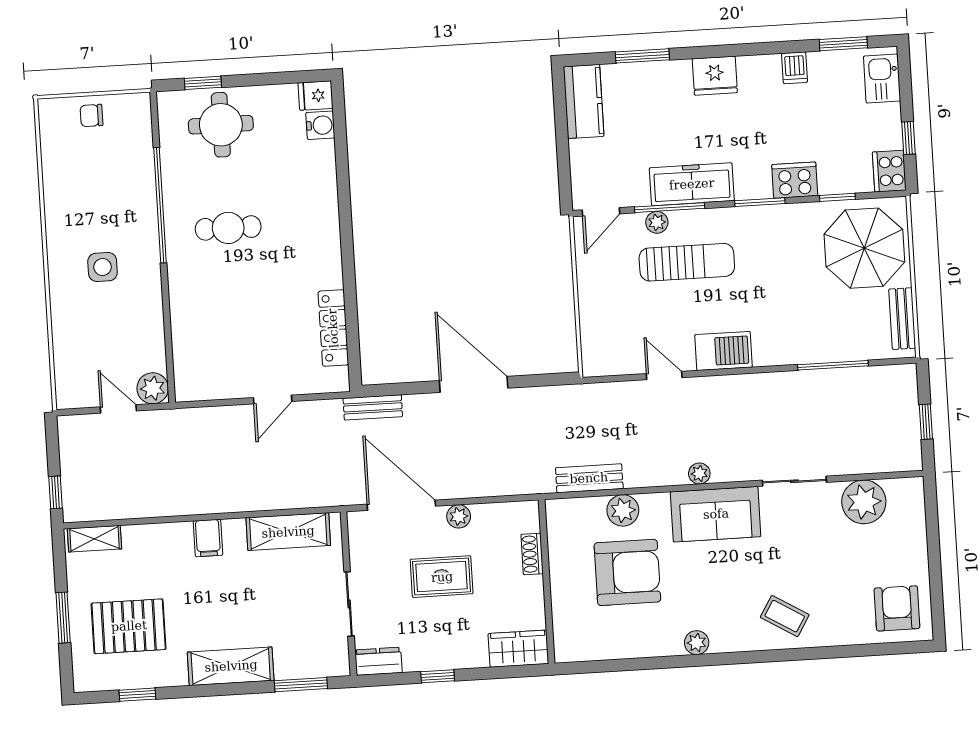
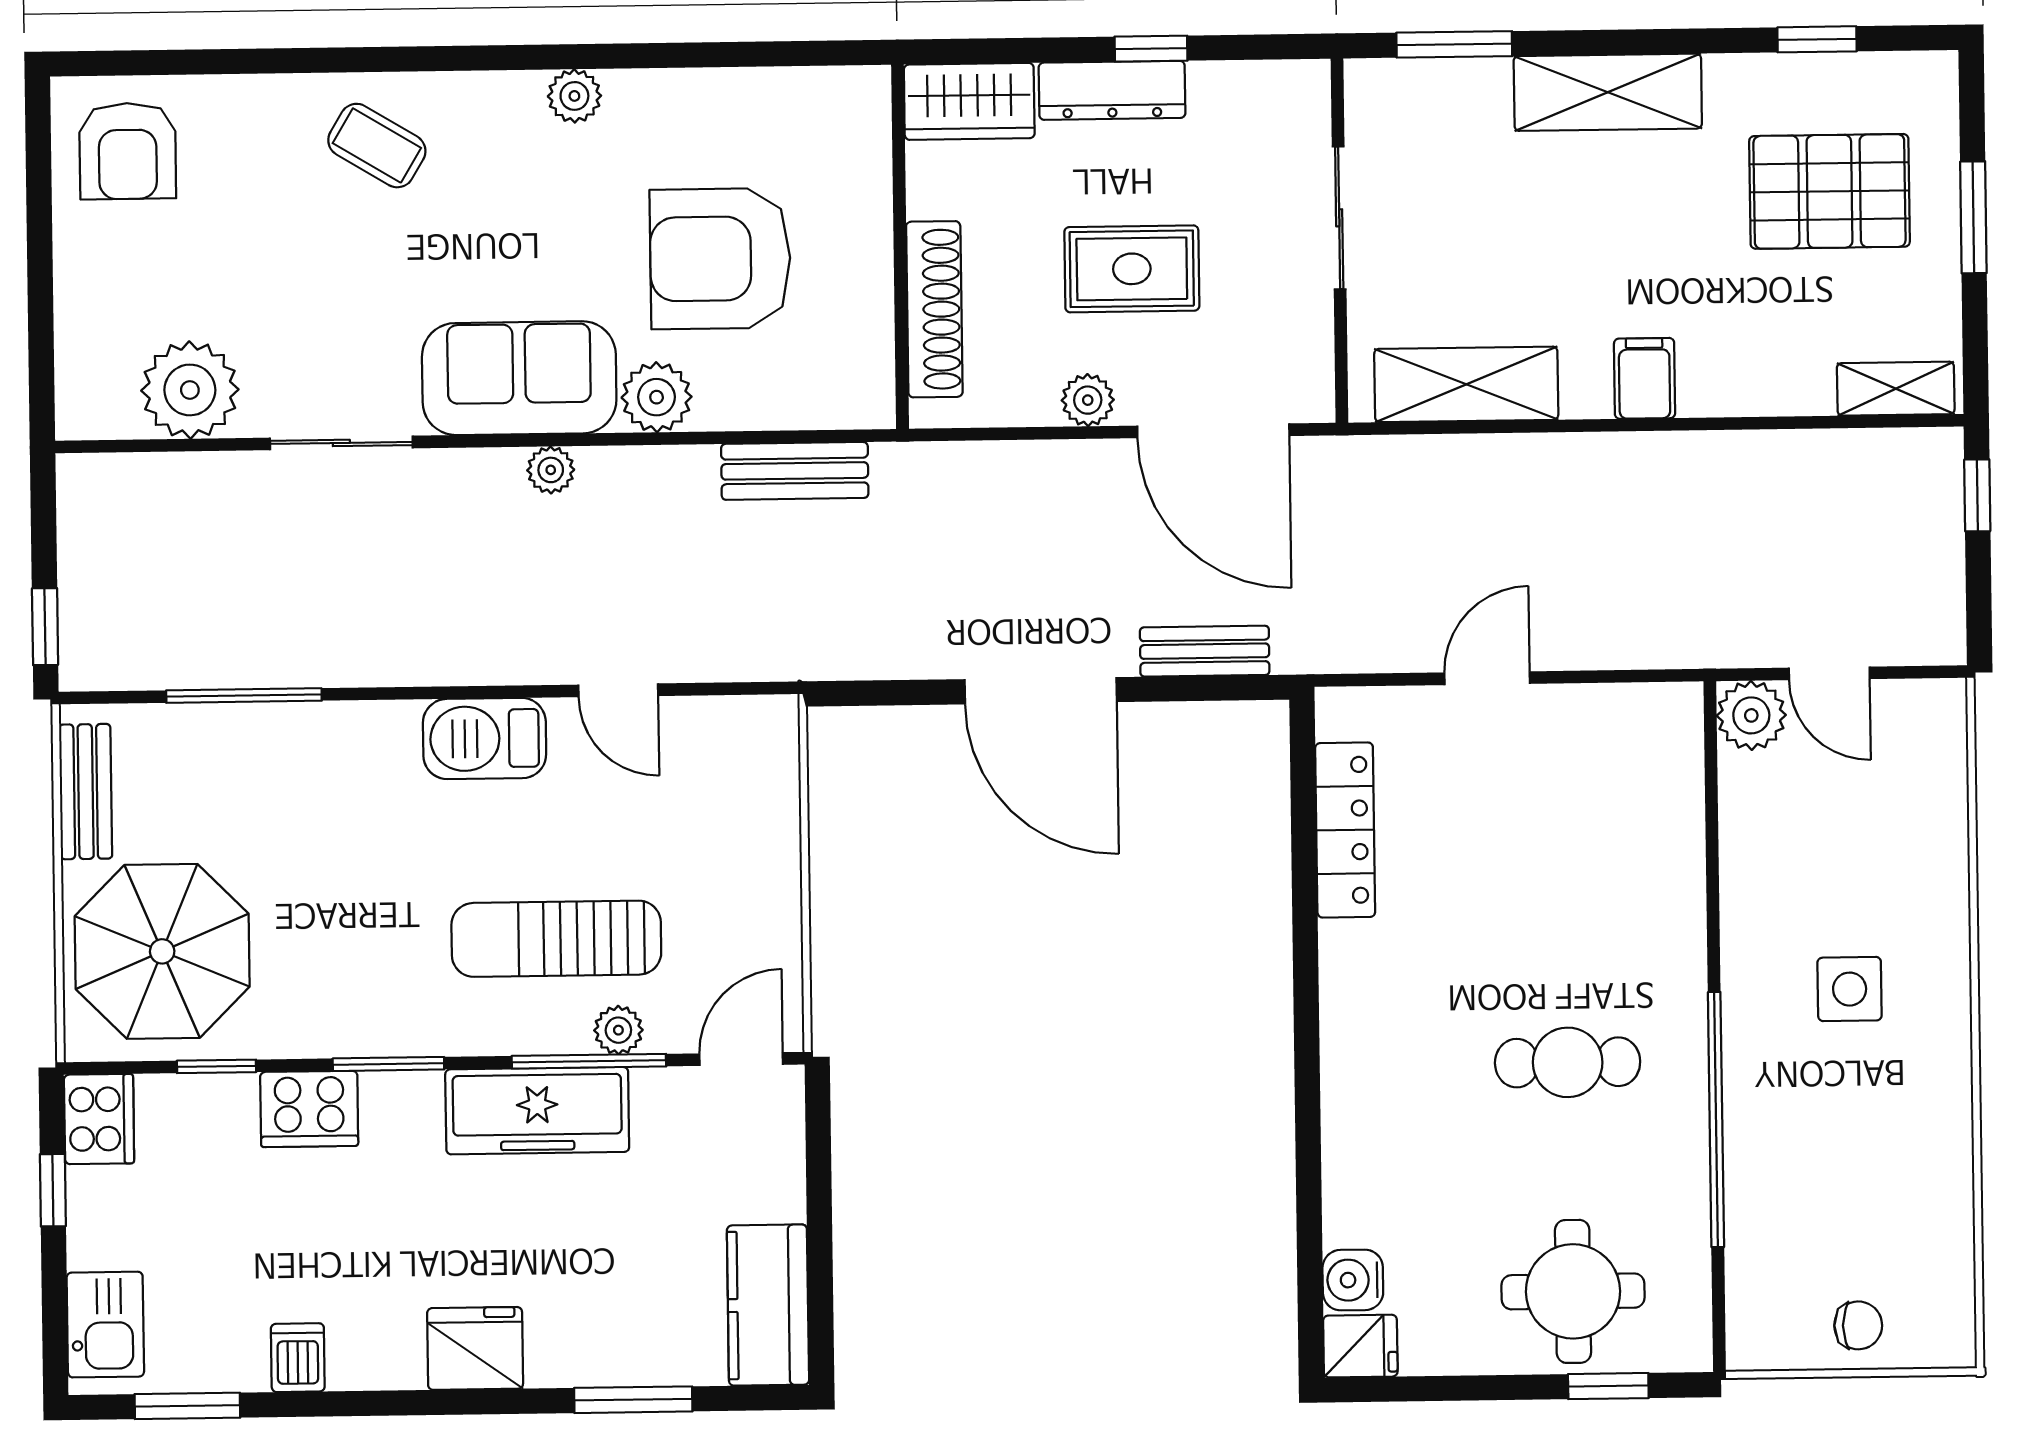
bench: (373, 407) -> (1205, 651), moved
window: (926, 422) -> (45, 627), moved
plant: (623, 510) -> (657, 397), moved
shoe rack: (532, 554) -> (934, 309), width x1.94, depth x1.24
dresser: (378, 661) -> (1112, 90), moved, width x1.44

